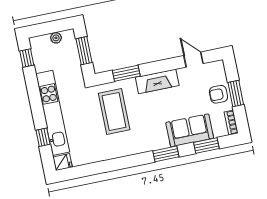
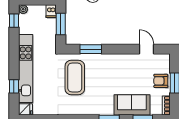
dishwasher: (69, 37) -> (51, 11), added
plant: (56, 38) -> (23, 9), moved
fireplace: (157, 81) -> (114, 61), removed

